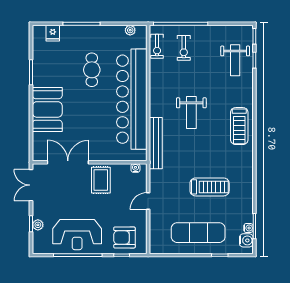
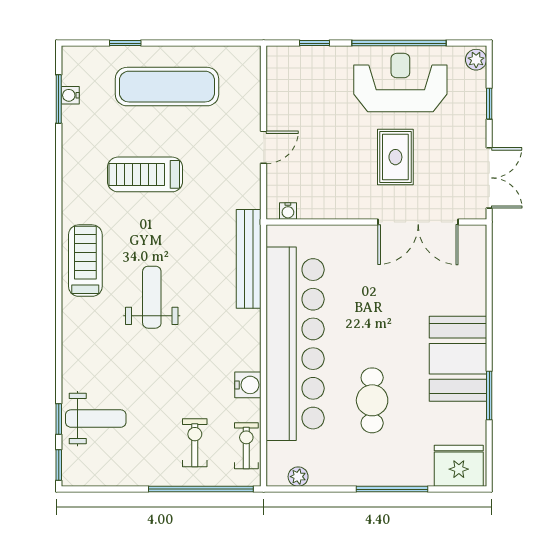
fridge: (53, 33) -> (459, 466), width x1.88, depth x1.34
weight bench: (235, 60) -> (96, 419), turned 90
booth: (47, 109) -> (458, 359), moved
weight bench: (191, 112) -> (152, 297), moved
treadmill: (239, 126) -> (85, 261), moved
rug: (101, 180) -> (395, 157), moved
plant: (38, 225) -> (476, 60), moved
armchair: (124, 237) -> (309, 77), removed
water cooler: (246, 240) -> (248, 385), moved, turned 180

